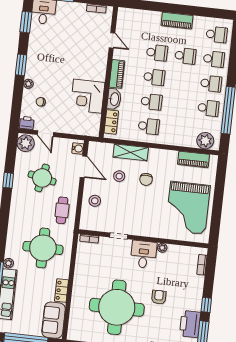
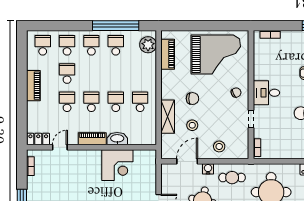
locker: (111, 122) -> (38, 139), moved
water cooler: (78, 148) -> (208, 169), moved
chair: (147, 224) -> (236, 93), added
plant: (162, 248) -> (258, 75), removed

